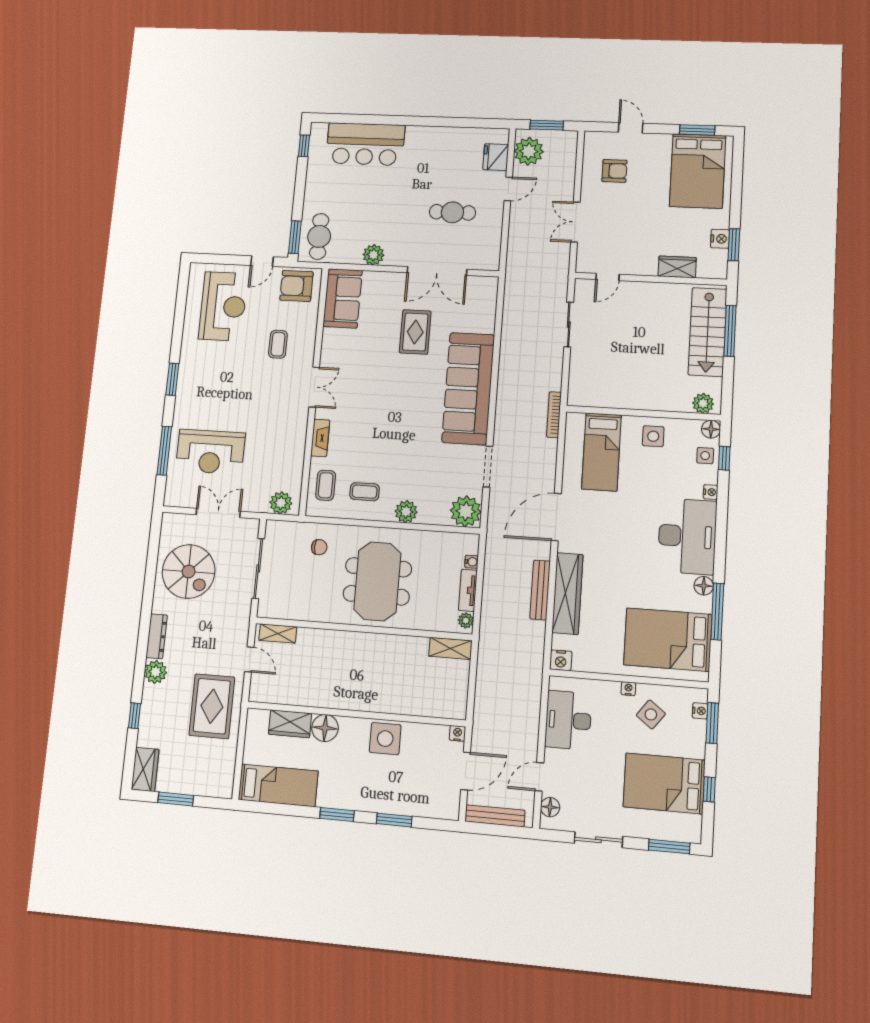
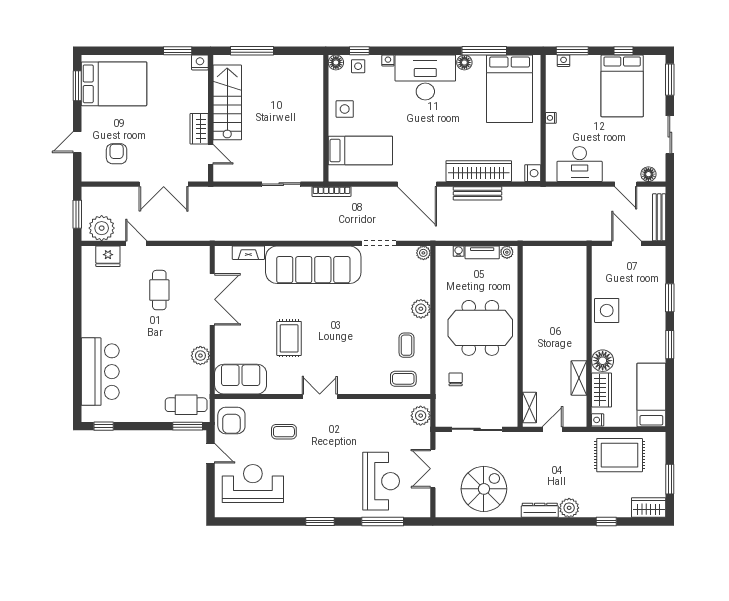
double door: (575, 222) -> (164, 184), width x1.37
nightstand: (720, 239) -> (200, 62), moved
wardrobe: (677, 267) -> (199, 129), moved
sliding door: (569, 325) -> (281, 184), moved
rug: (415, 332) -> (289, 338), moved, turned 90
stairs: (708, 332) -> (227, 102), moved, turned -90
plant: (703, 403) -> (315, 70), removed
fireplace: (320, 438) -> (248, 253), moved, turned 180
plant: (466, 511) -> (423, 253), width x0.53, depth x0.53
shelving: (450, 648) -> (579, 378), moved
rug: (212, 706) -> (620, 455), moved
side table: (651, 714) -> (570, 99), removed
nightstand: (457, 733) -> (598, 420), moved

